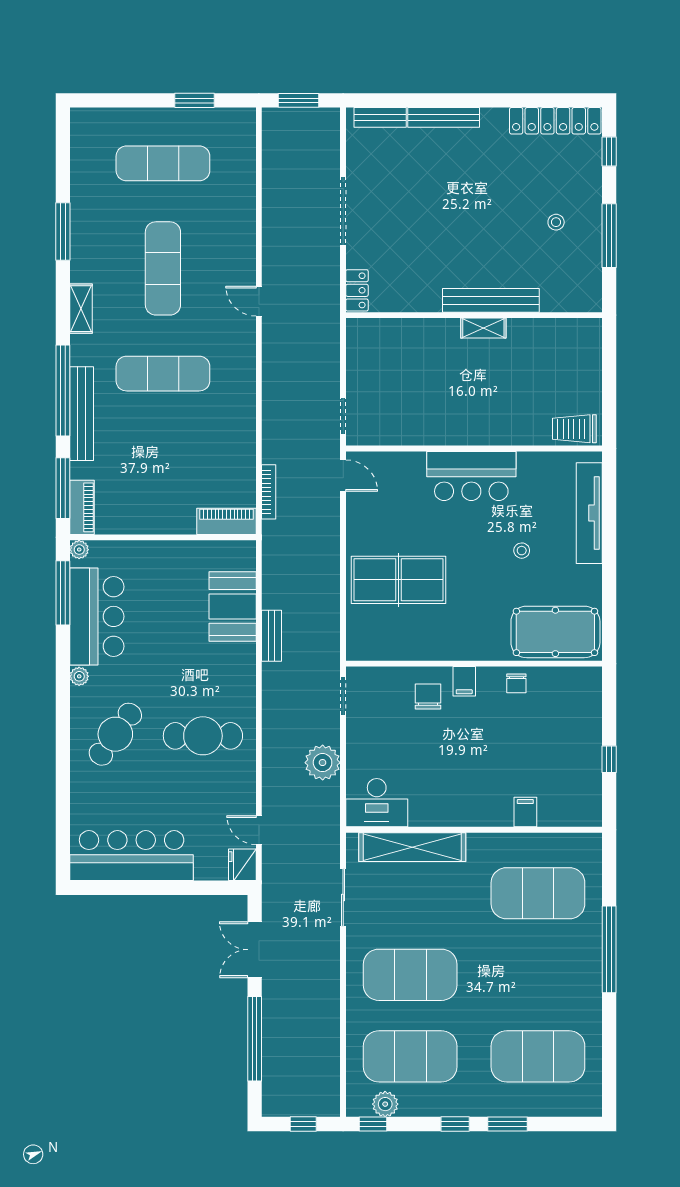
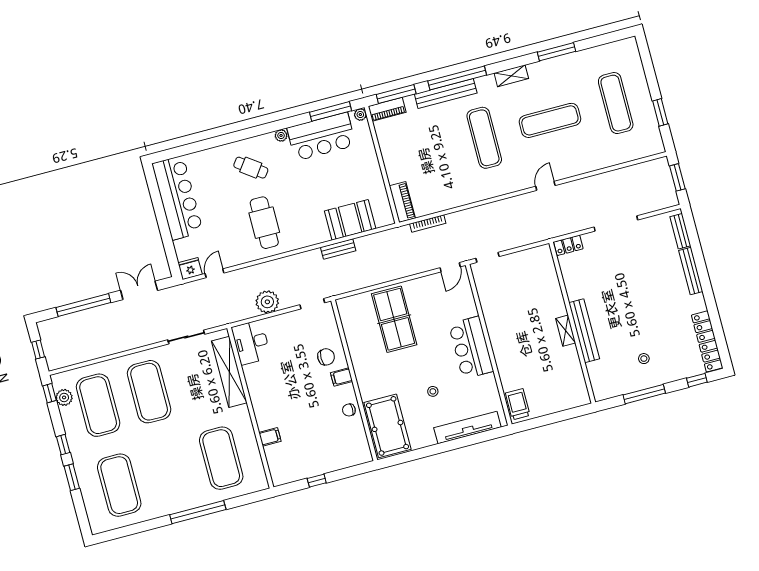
cafe table: (115, 734) -> (251, 168), width x0.73, depth x0.74

